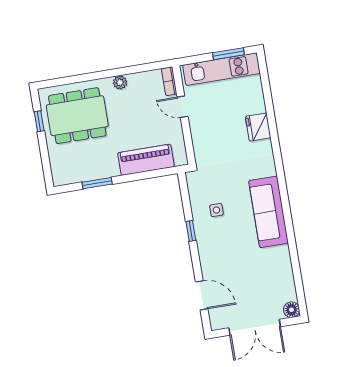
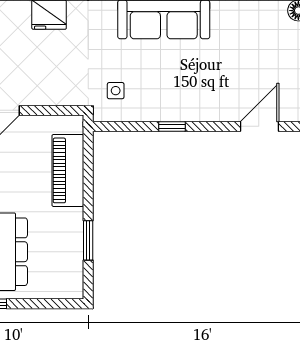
side table: (216, 210) -> (116, 91), moved

